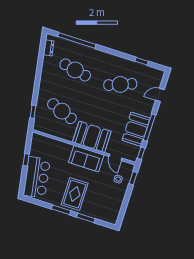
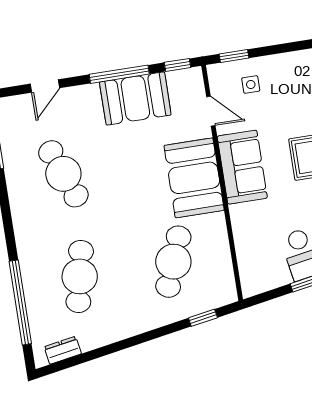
door: (160, 95) -> (45, 86), hinge flipped
door: (115, 157) -> (211, 111), hinge flipped

